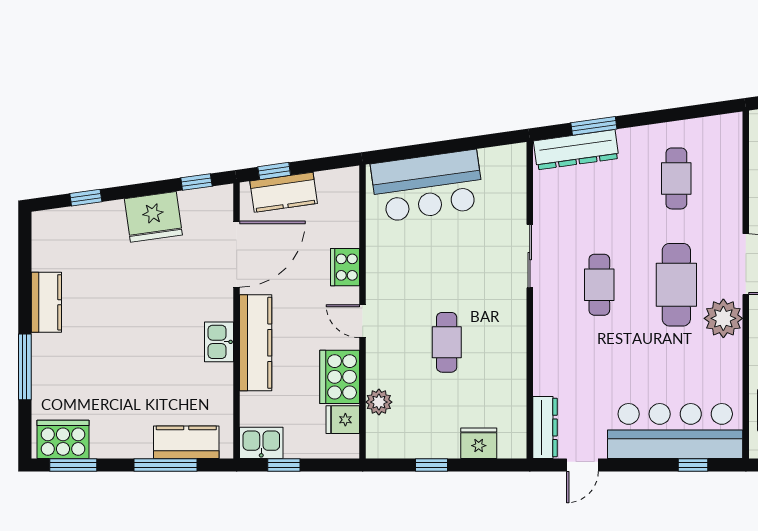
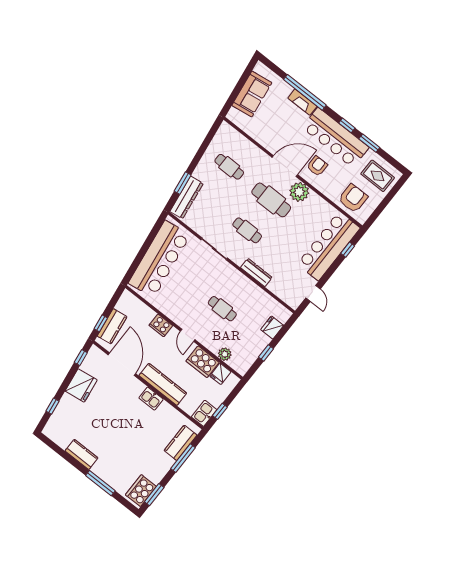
bar counter: (427, 186) -> (159, 259), width x1.36
door: (363, 321) -> (188, 335), hinge flipped
dresser: (545, 427) -> (256, 272), moved

